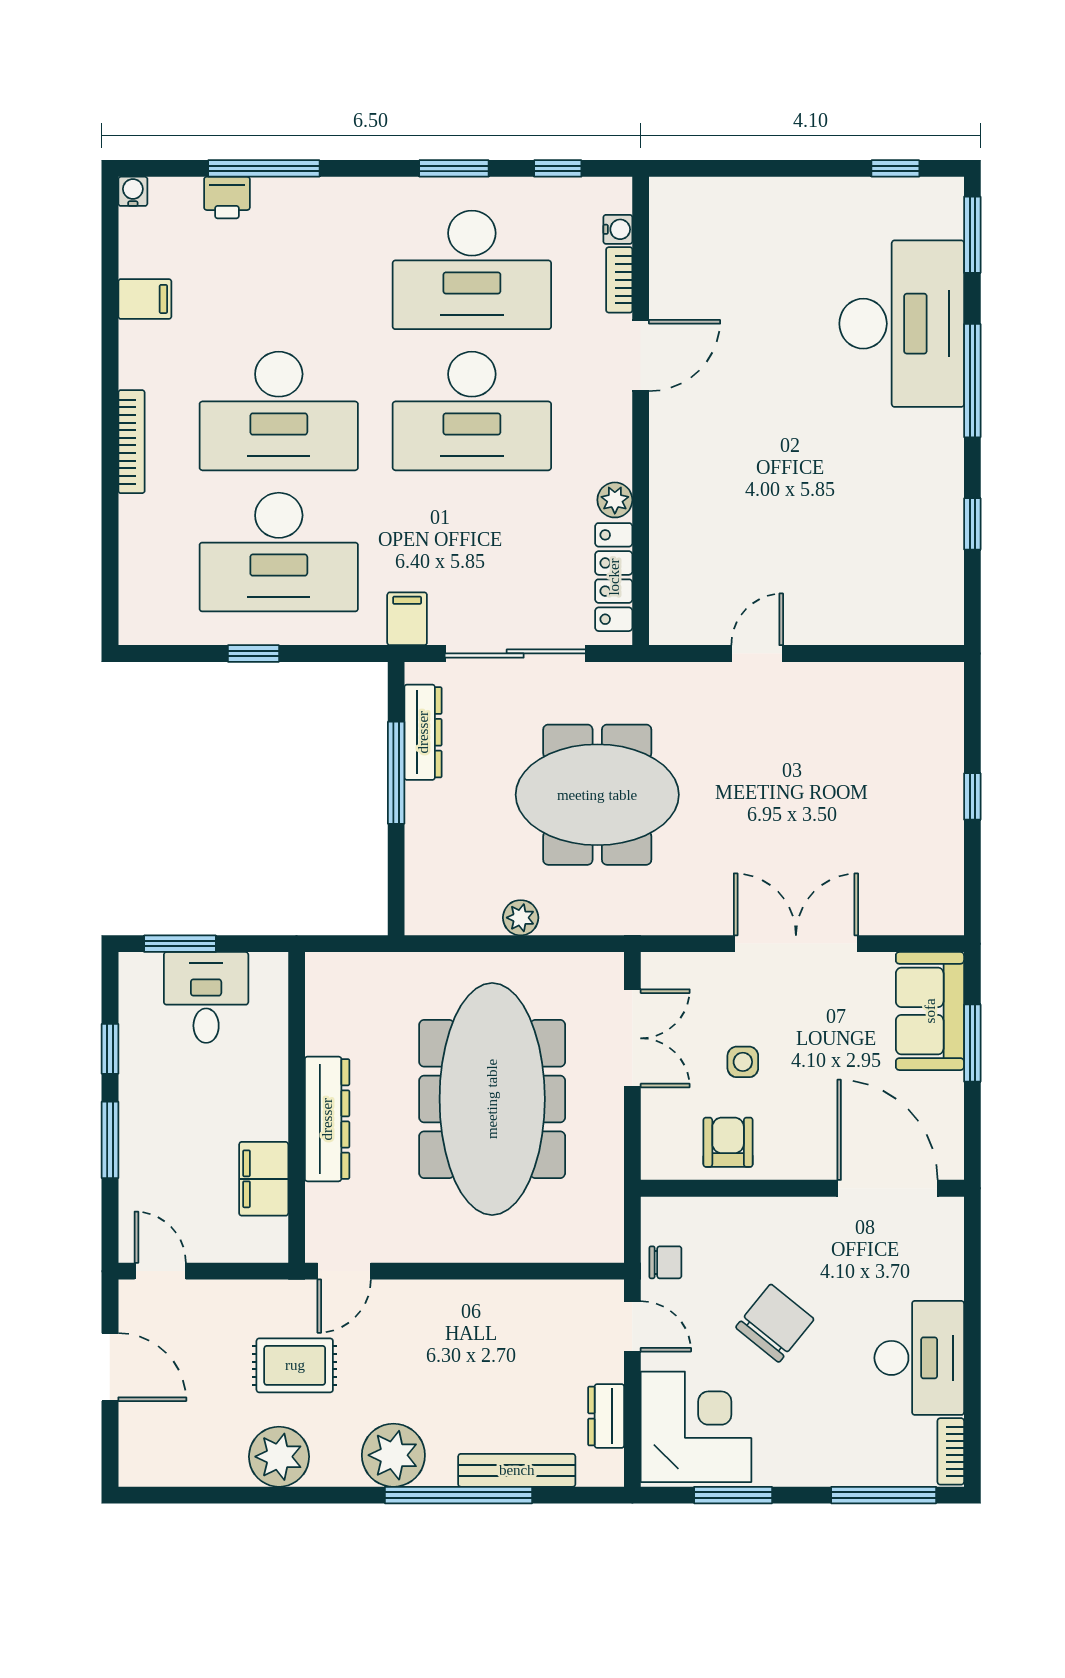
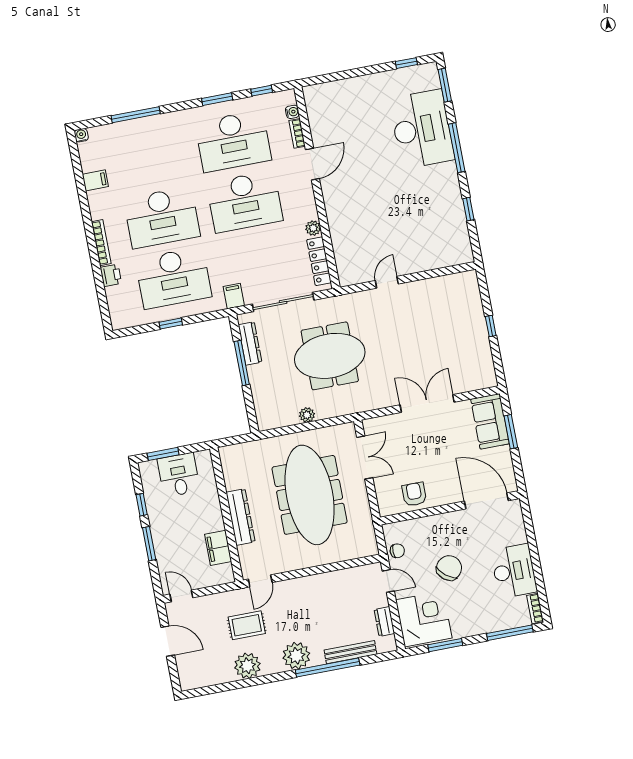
printer: (227, 198) -> (111, 275), moved, turned -90
side table: (743, 1062) -> (414, 459), removed

